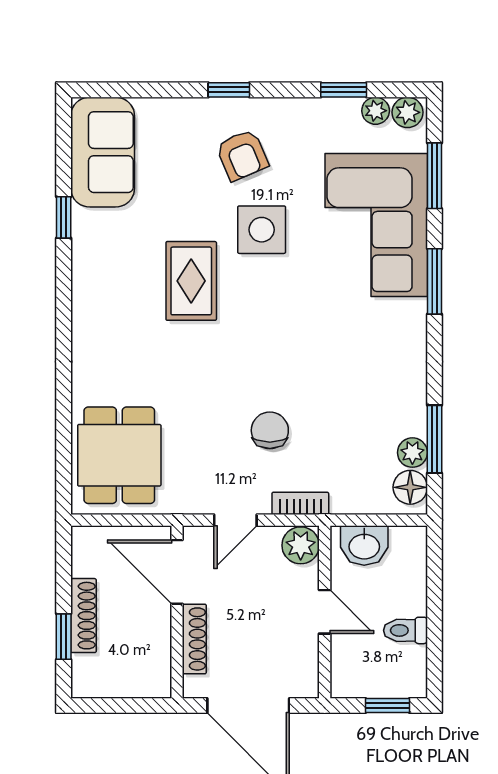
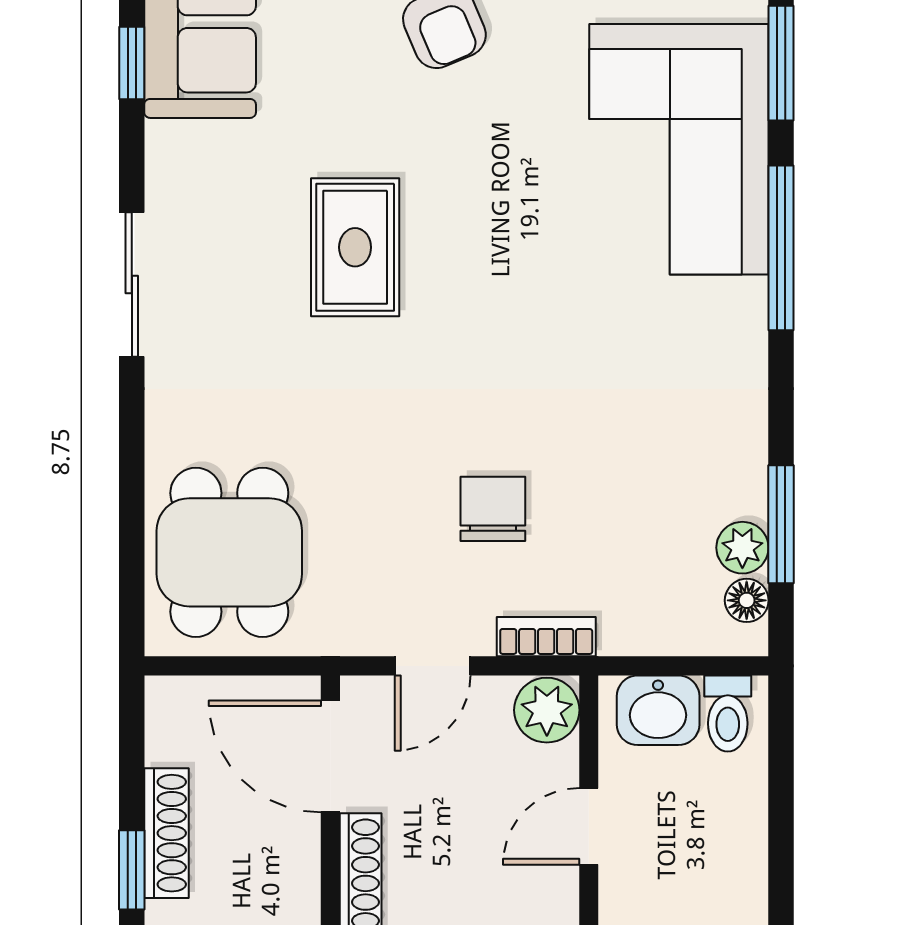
window: (64, 217) -> (132, 63), moved
side table: (262, 230) -> (478, 158), removed
window: (434, 281) -> (781, 248), width x1.44
sliding door: (64, 302) -> (132, 285), added
floor lamp: (410, 487) -> (747, 600), width x0.73, depth x0.73
door: (325, 612) -> (589, 826), swing flipped
toilet: (405, 630) -> (728, 714), moved, turned -90

